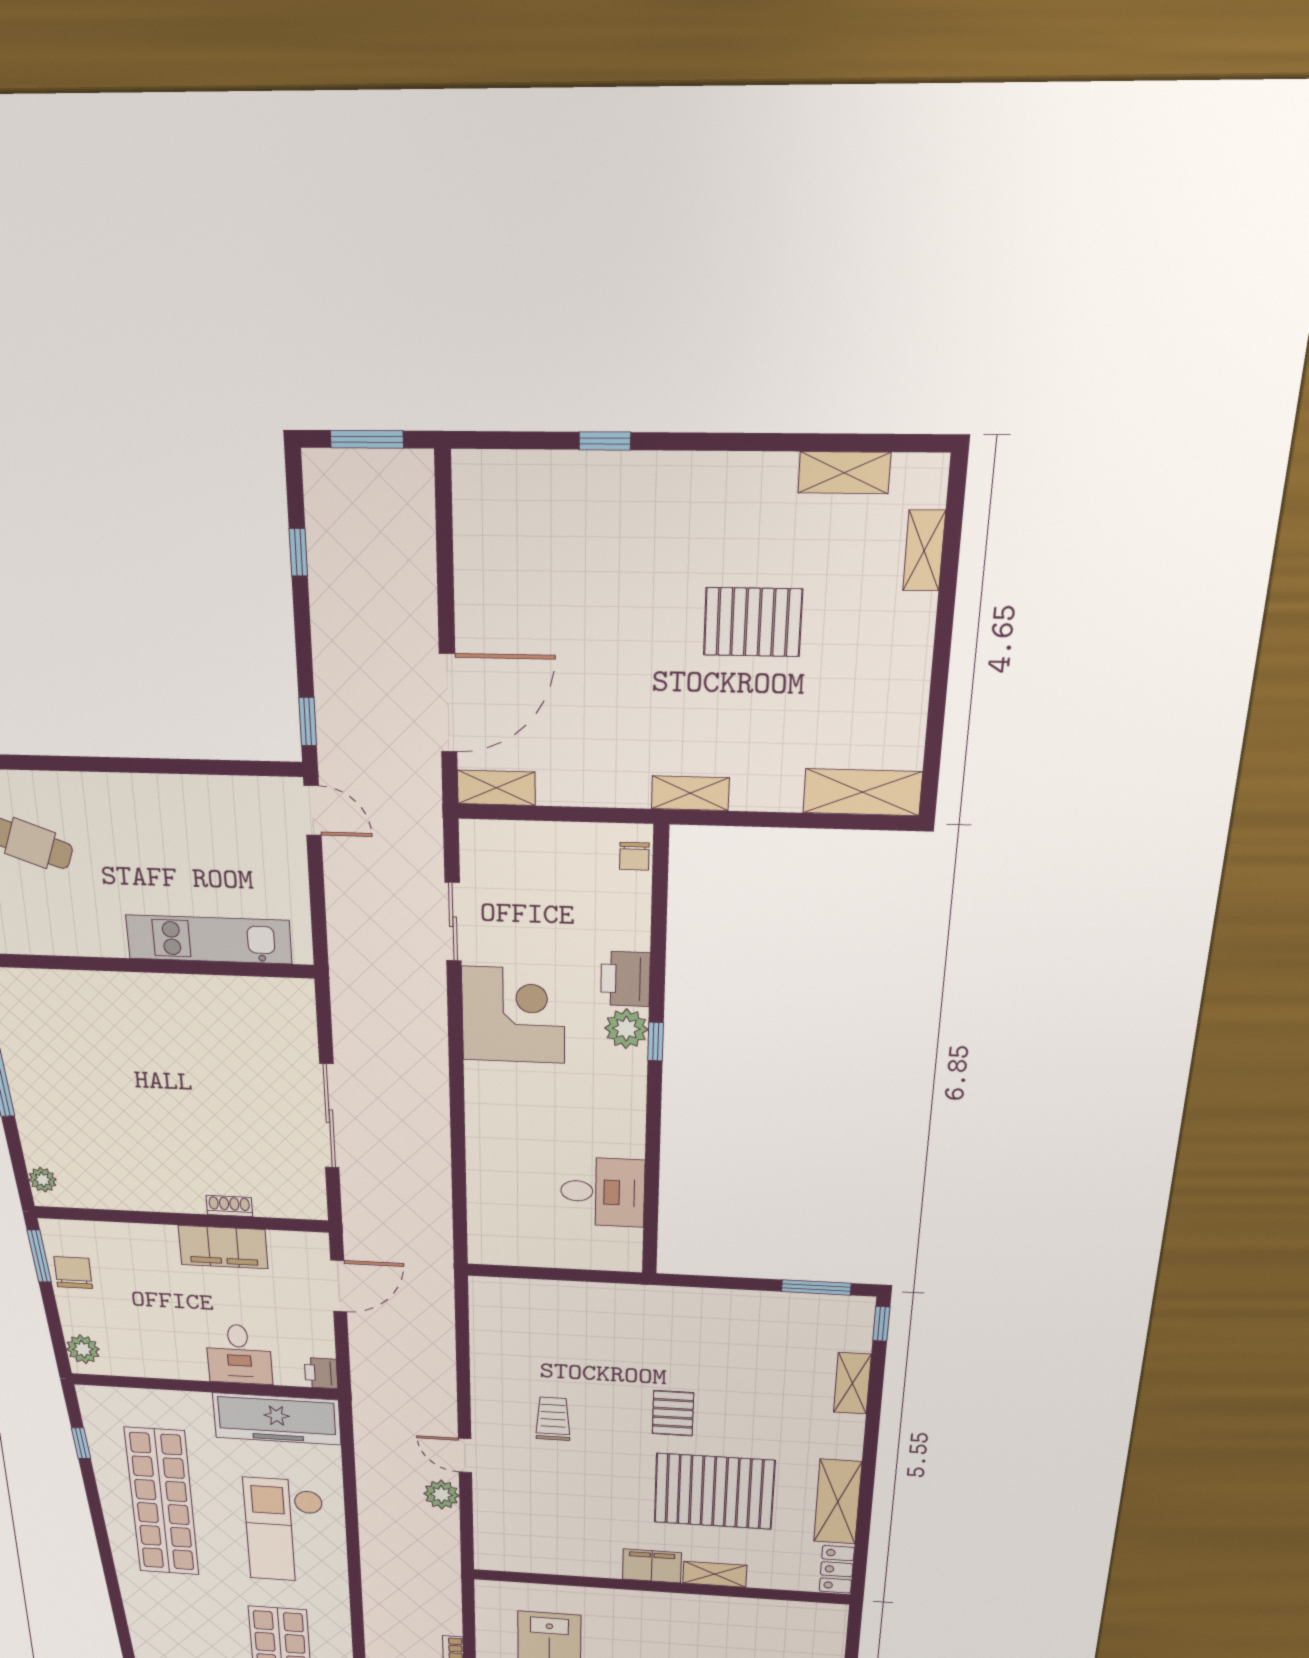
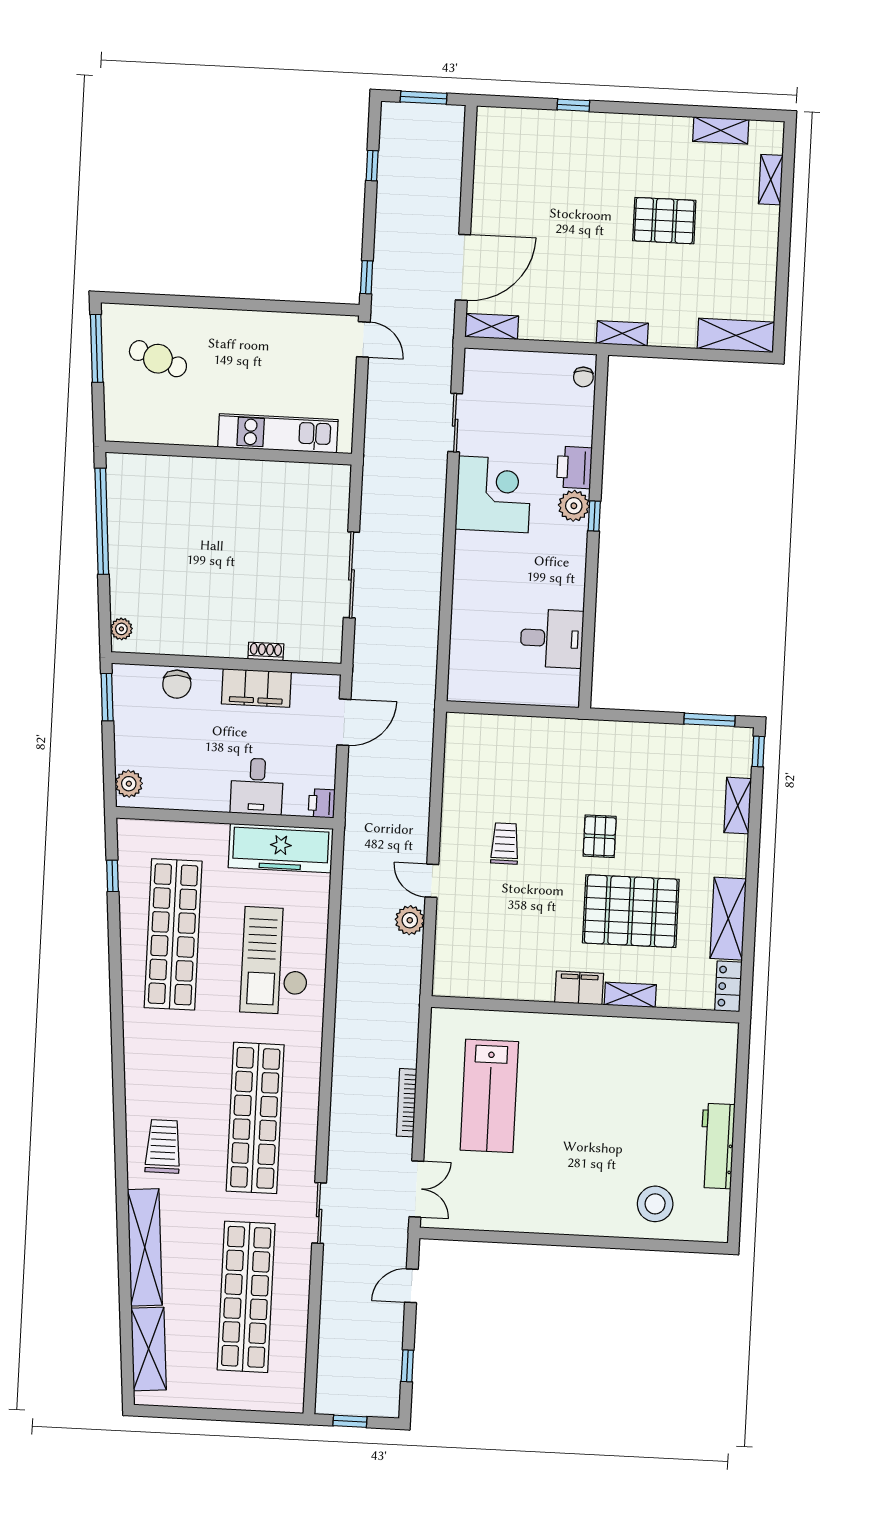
chair: (73, 1273) -> (177, 684), moved, turned 180

